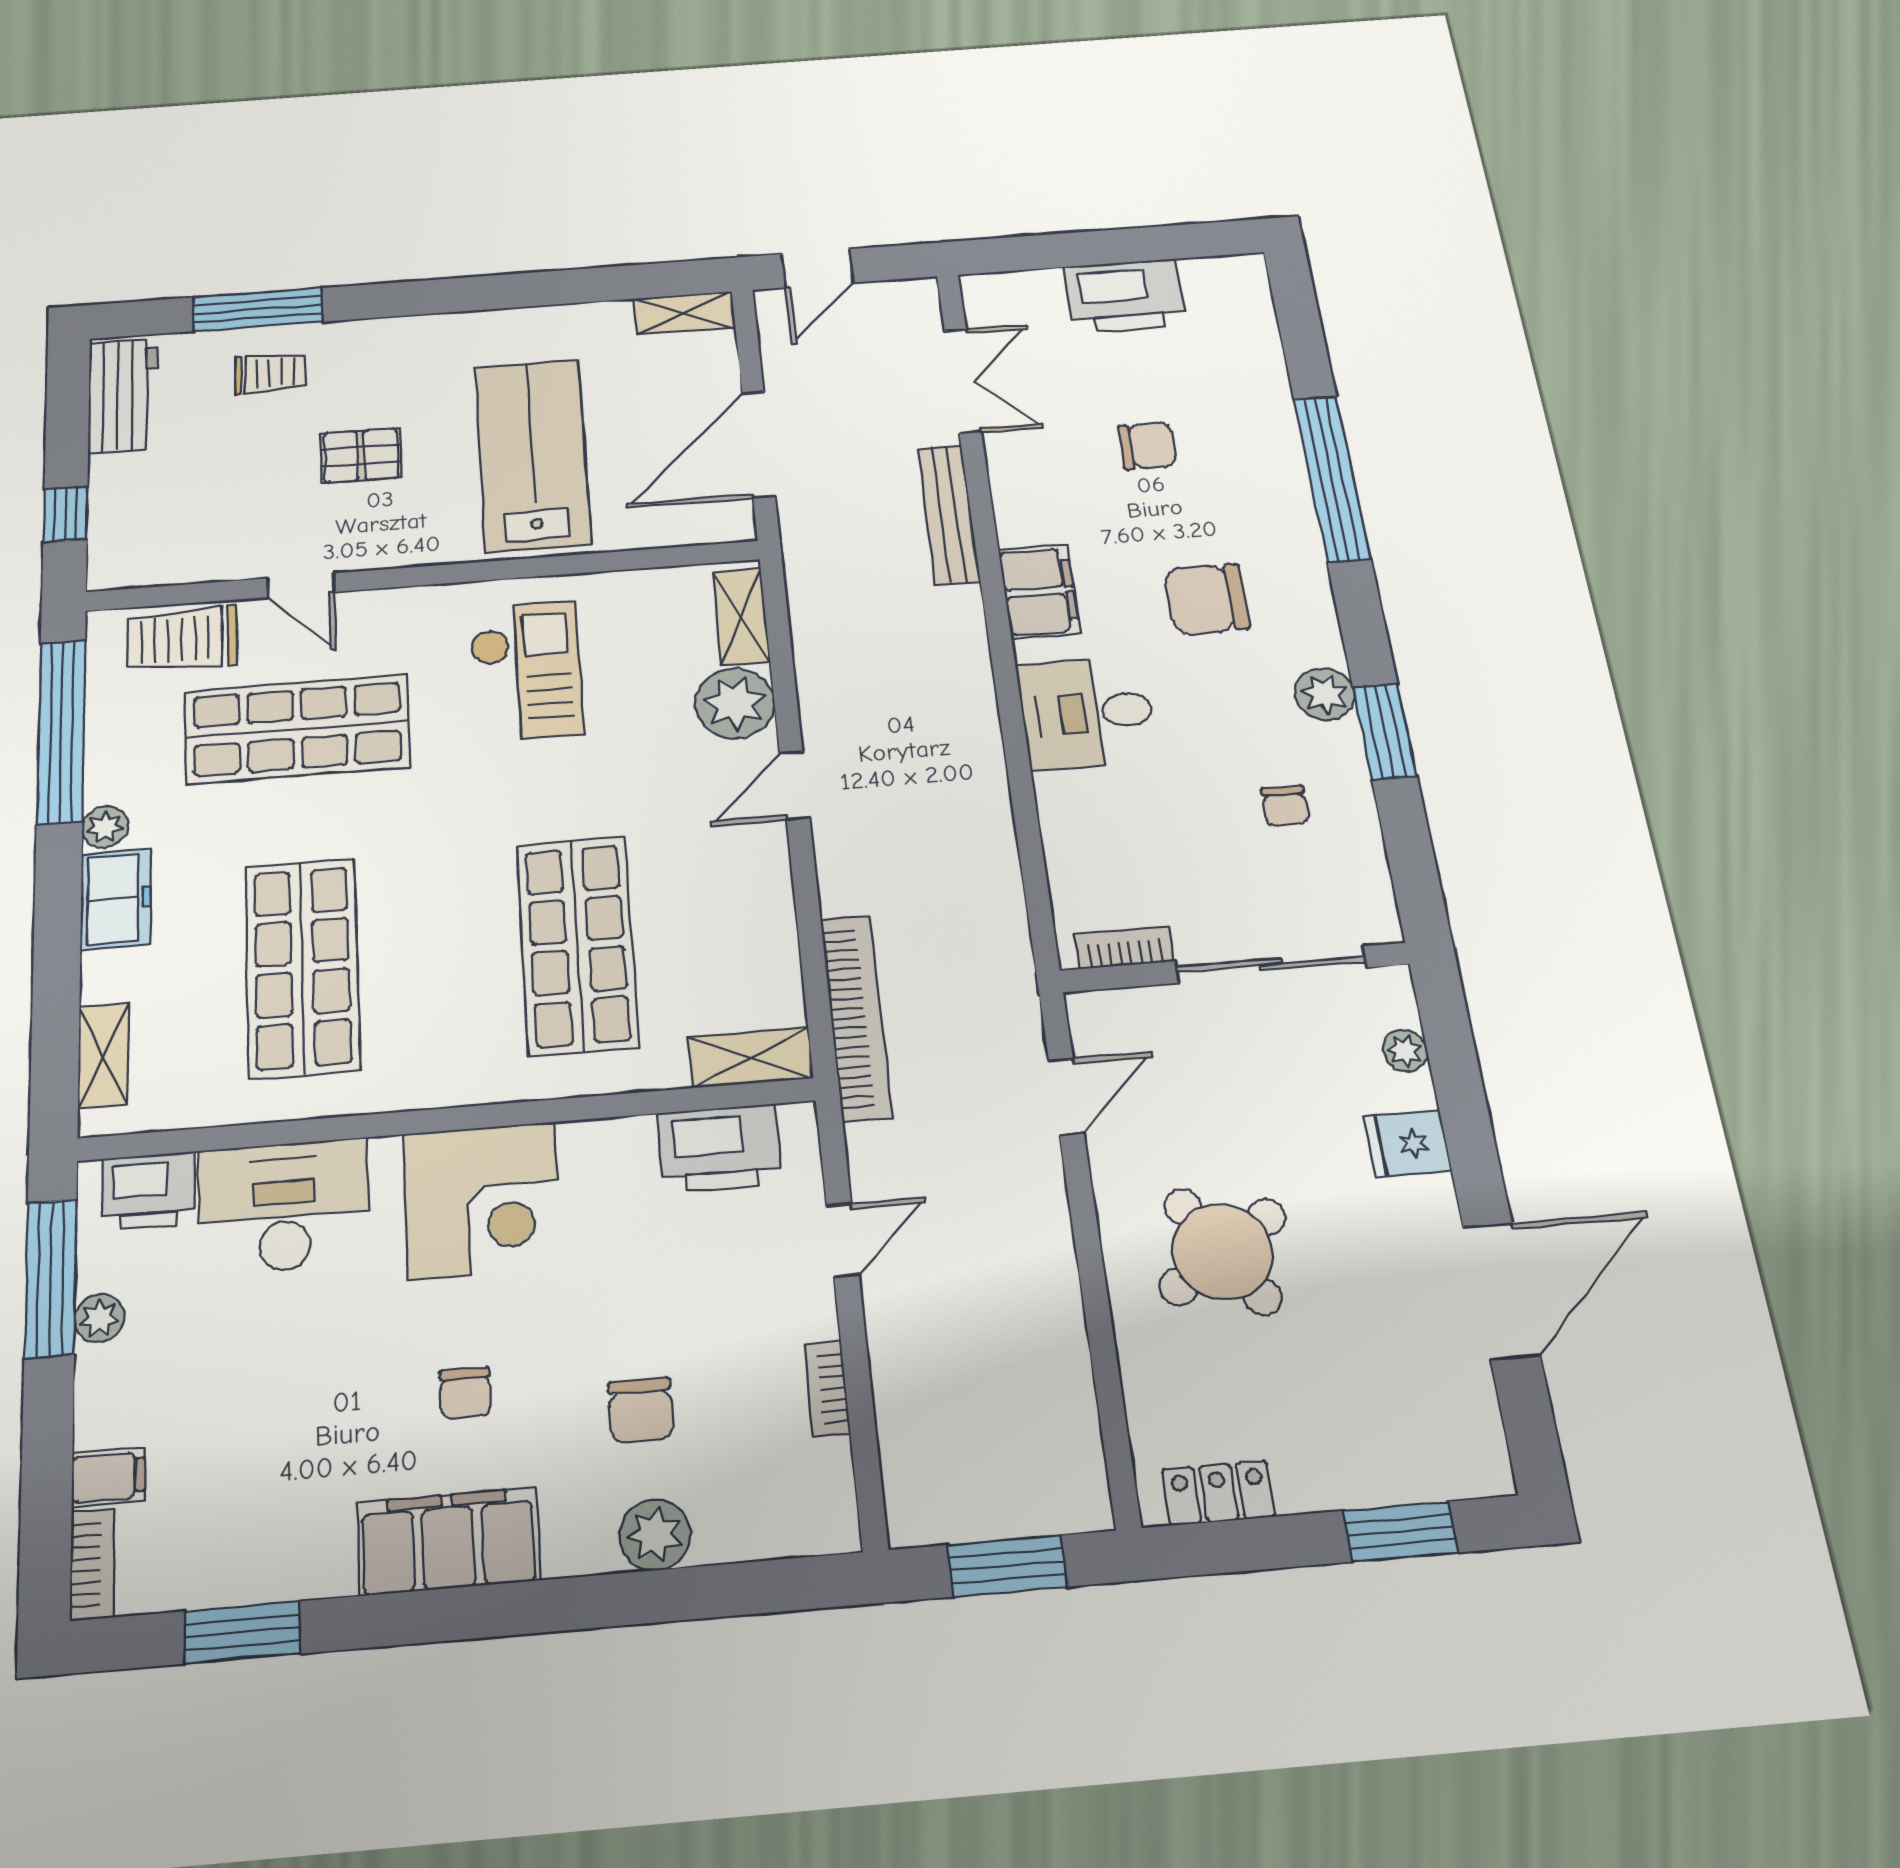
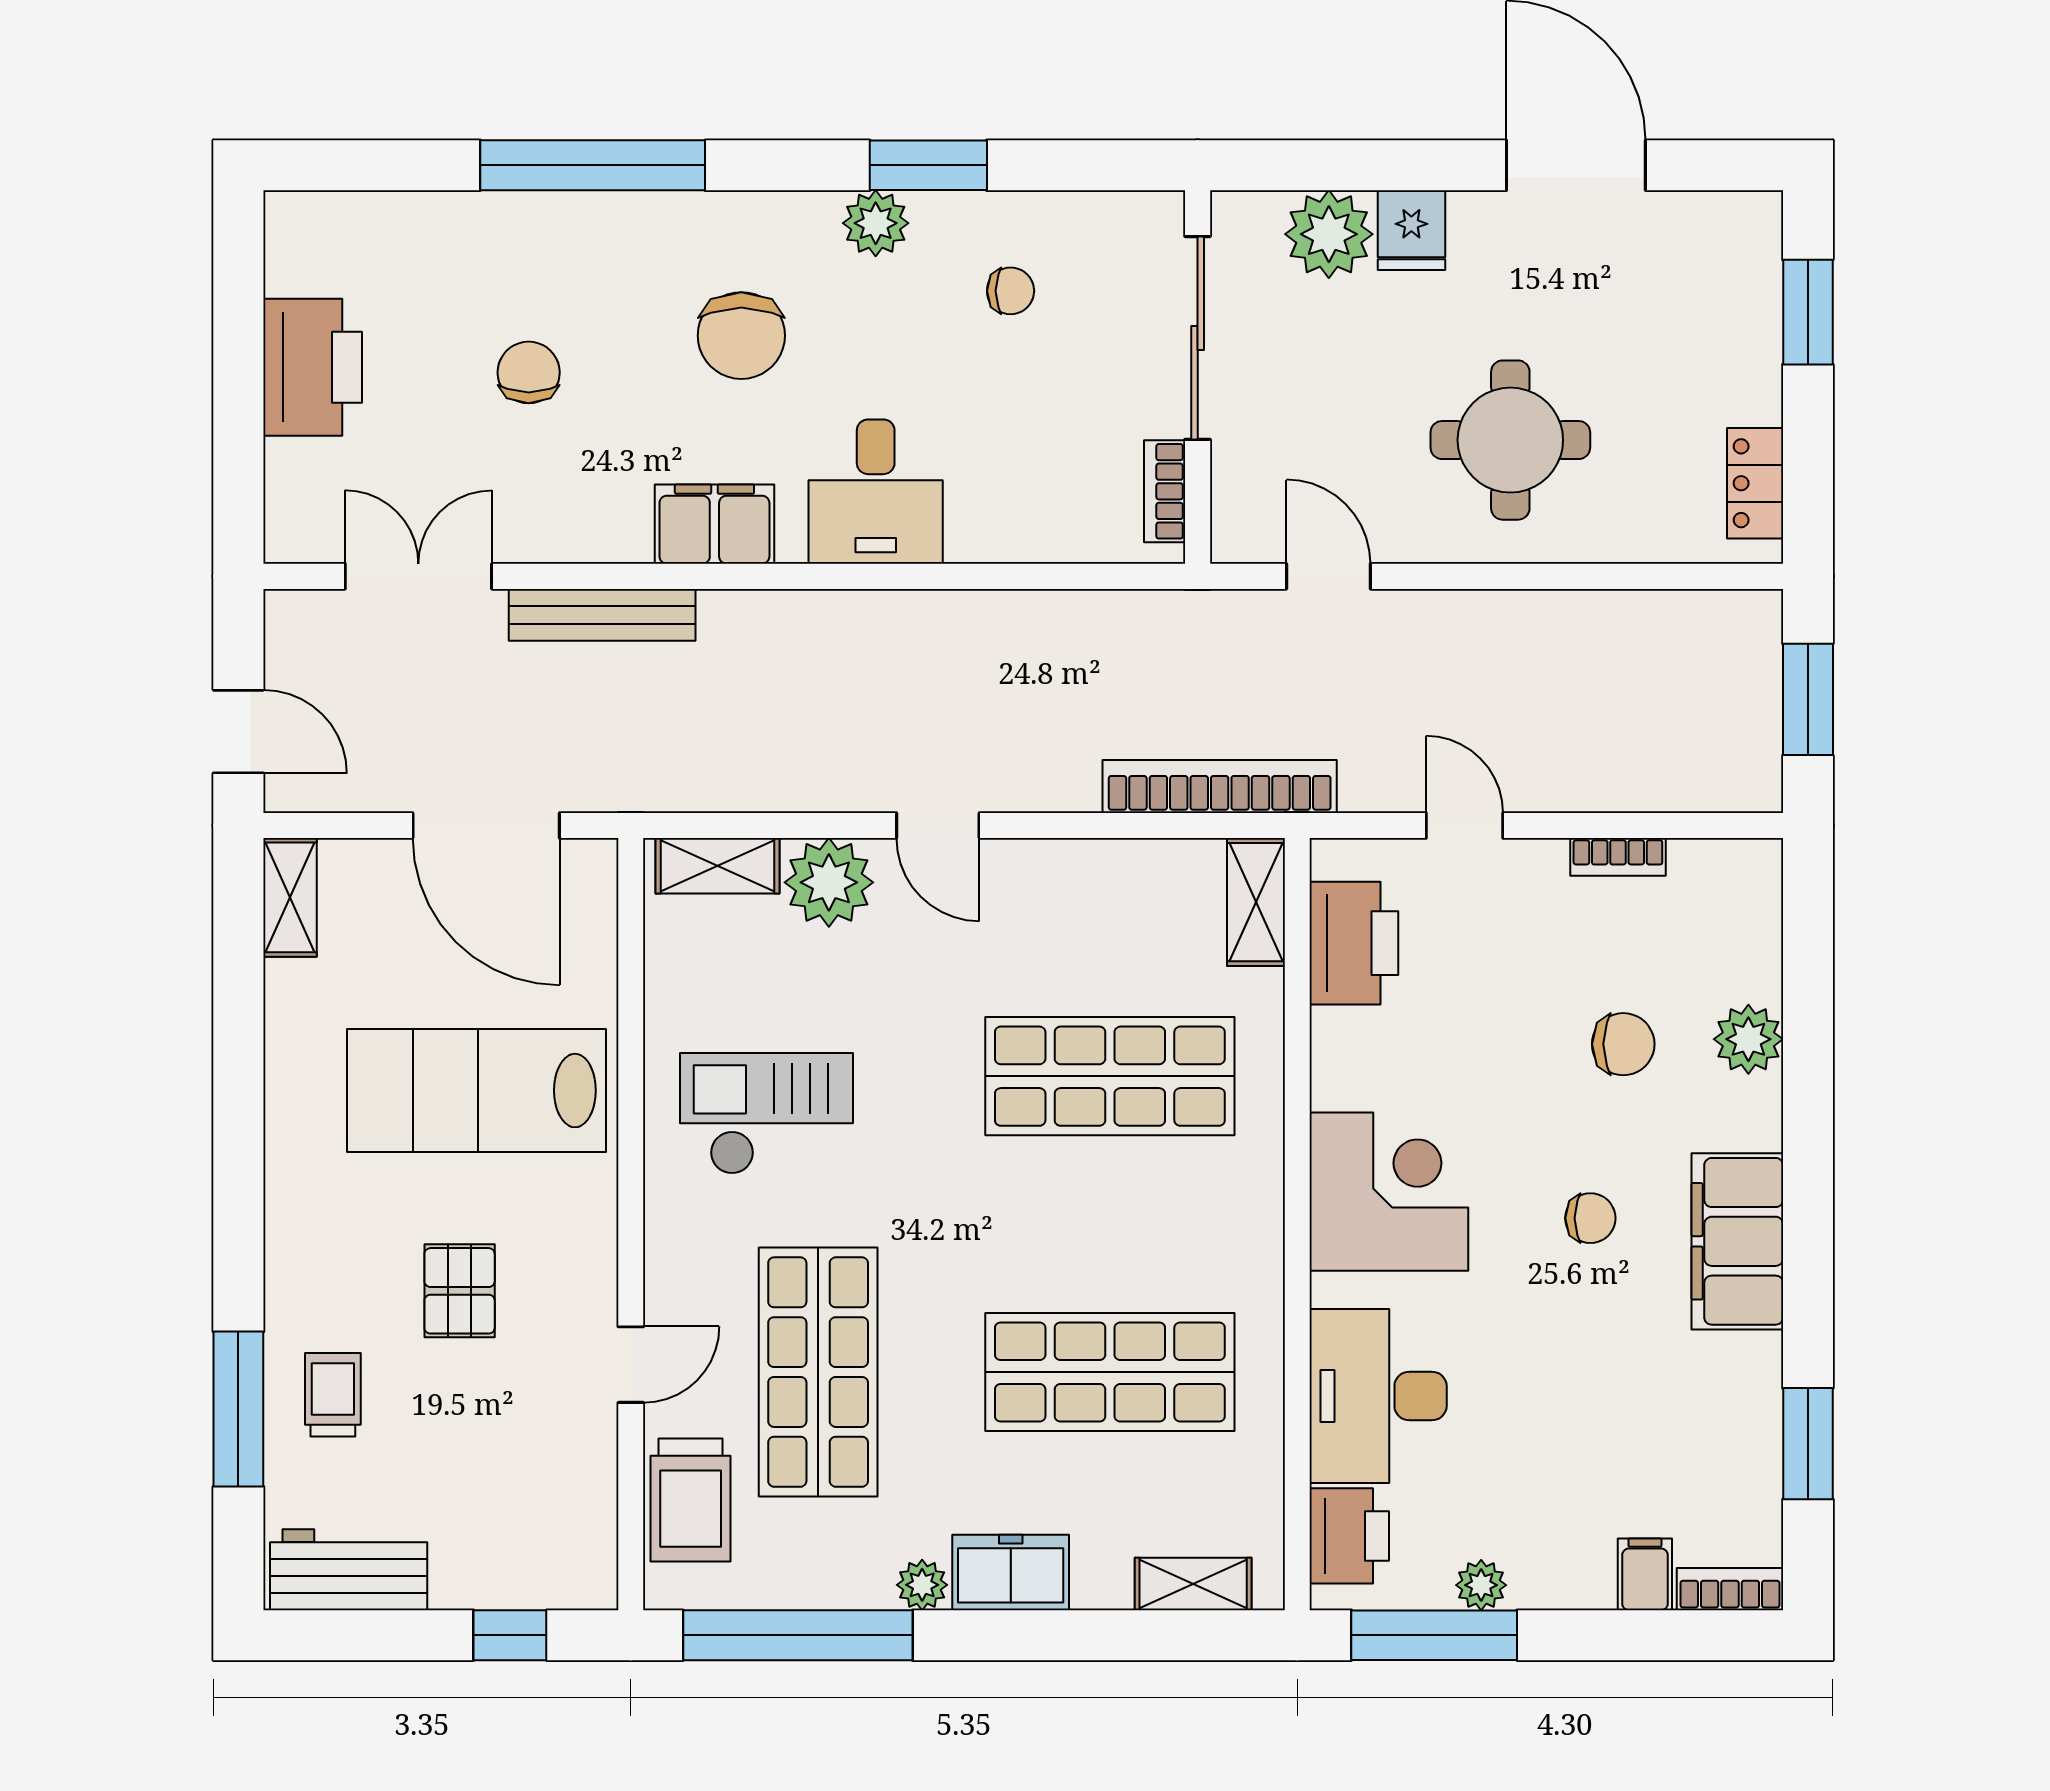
plant: (1405, 1051) -> (1329, 234), width x1.88, depth x1.88
round table: (1223, 1252) -> (1510, 440), turned 33

